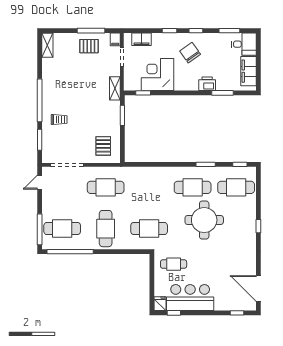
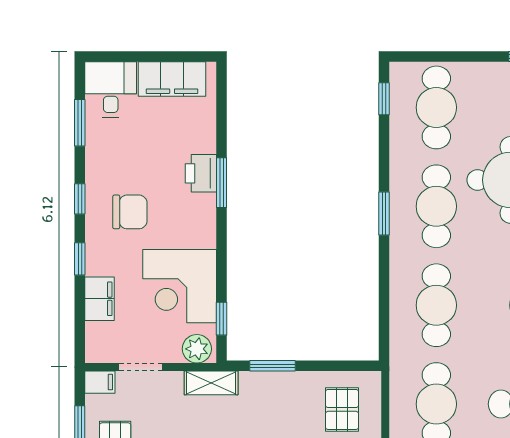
filing cabinet: (141, 39) -> (100, 299), moved
chair: (190, 53) -> (130, 212), turned -145
plant: (130, 82) -> (197, 349), added
window: (222, 93) -> (222, 183), moved
pallet: (103, 146) -> (342, 409), turned 90
window: (206, 164) -> (384, 213), moved
cafe table: (149, 187) -> (436, 305), added

